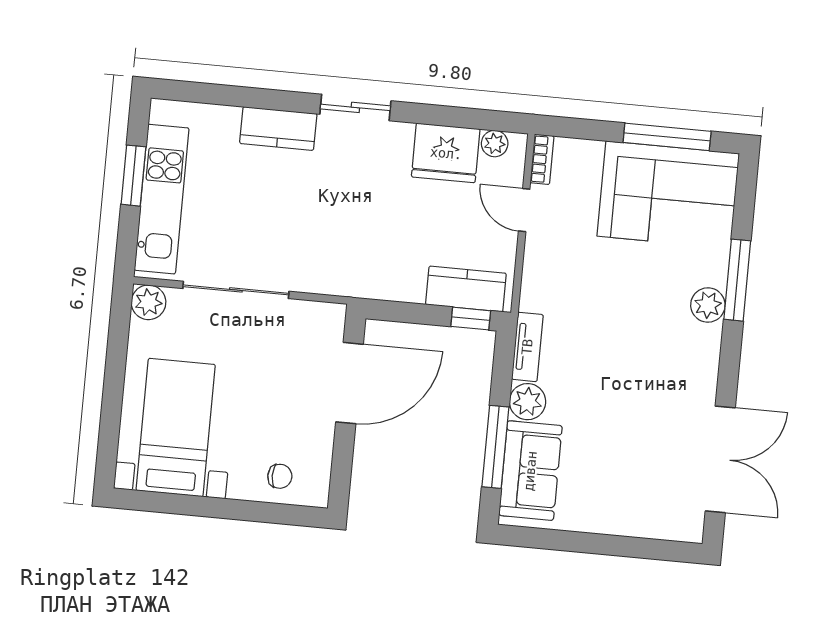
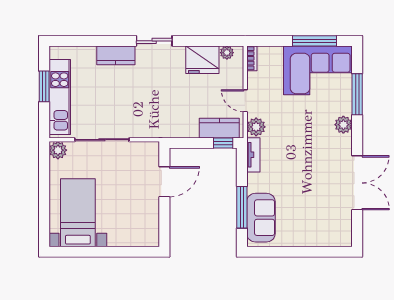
door: (524, 210) -> (245, 101), moved
window: (737, 280) -> (357, 94), moved
door: (350, 383) -> (164, 182), width x0.73
plant: (528, 402) -> (256, 127), moved
double door: (720, 459) -> (357, 183), moved
chair: (280, 476) -> (133, 233), removed

